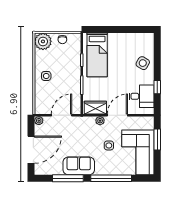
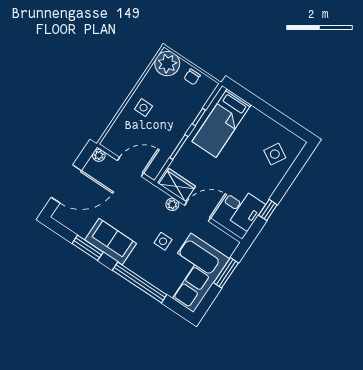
side table: (143, 63) -> (275, 154), moved
window: (68, 178) -> (88, 248), width x0.69

